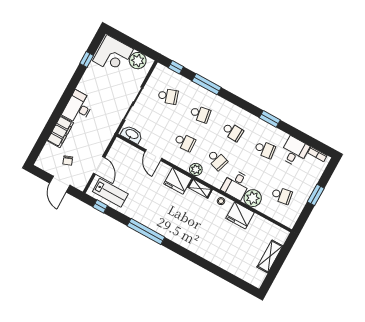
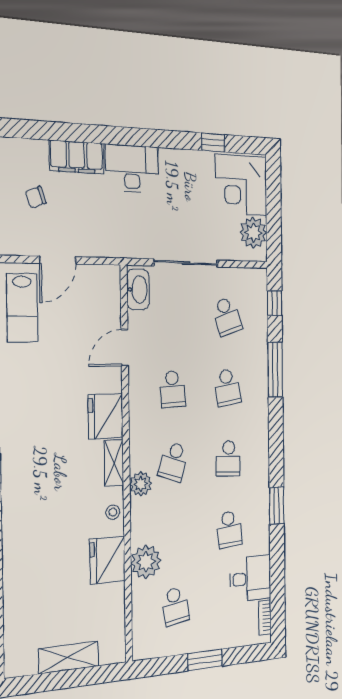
plant: (196, 169) -> (141, 484), moved
desk: (236, 185) -> (152, 520), removed

